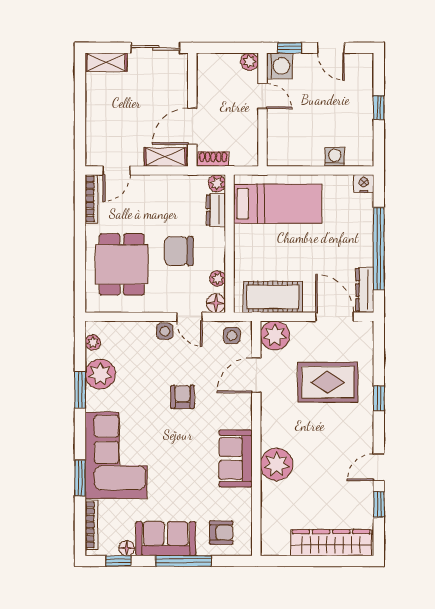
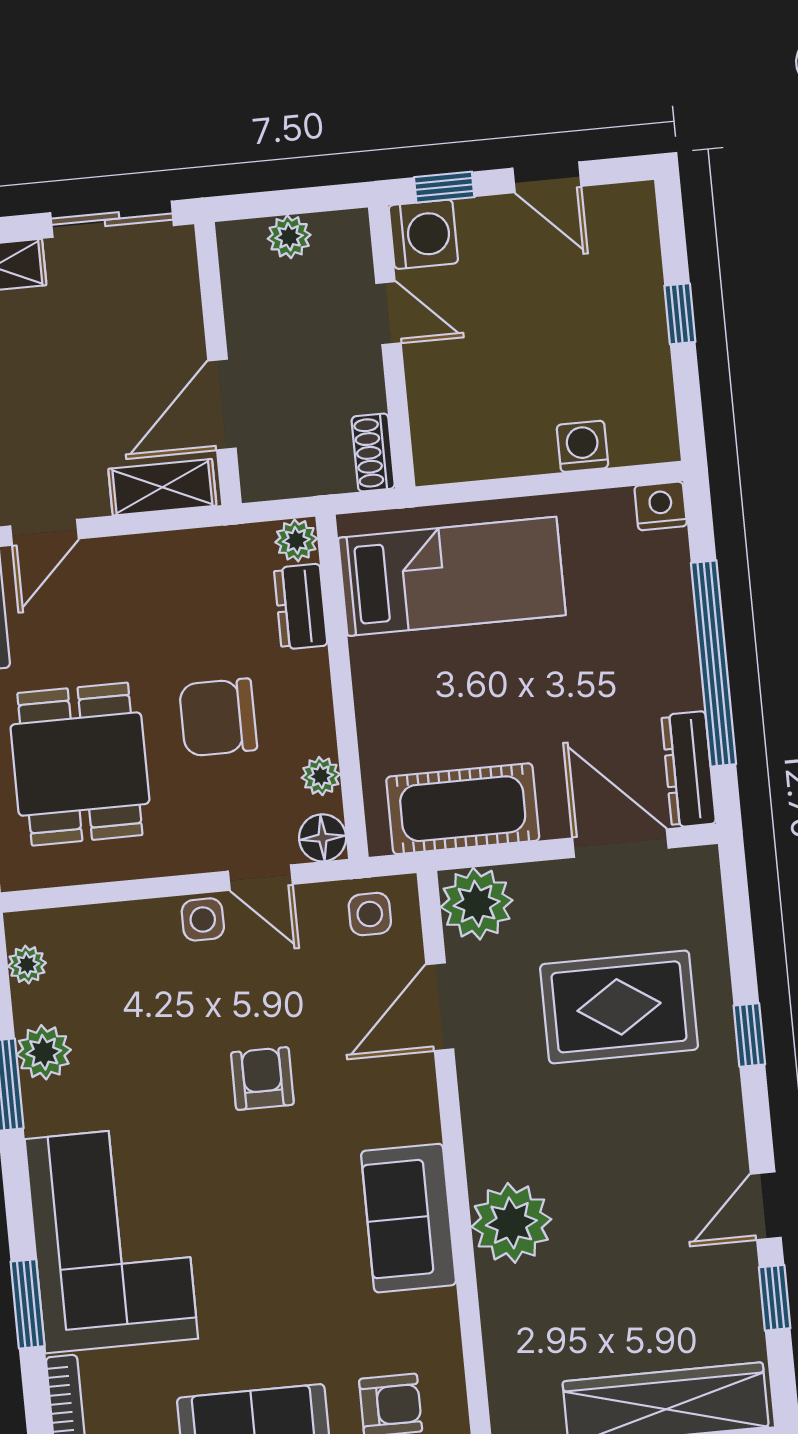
plant: (250, 62) -> (289, 237), moved
shoe rack: (213, 159) -> (373, 452), moved, turned -90
plant: (100, 374) -> (44, 1052), width x0.73, depth x0.73

